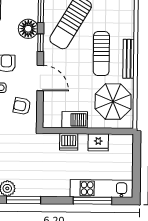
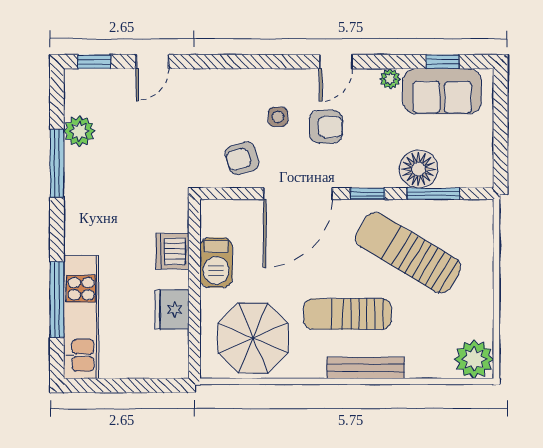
floor lamp: (28, 29) -> (419, 169), moved
bench: (129, 59) -> (366, 368), moved
door: (40, 78) -> (298, 194), width x1.36
armchair: (22, 106) -> (242, 158), turned -116

